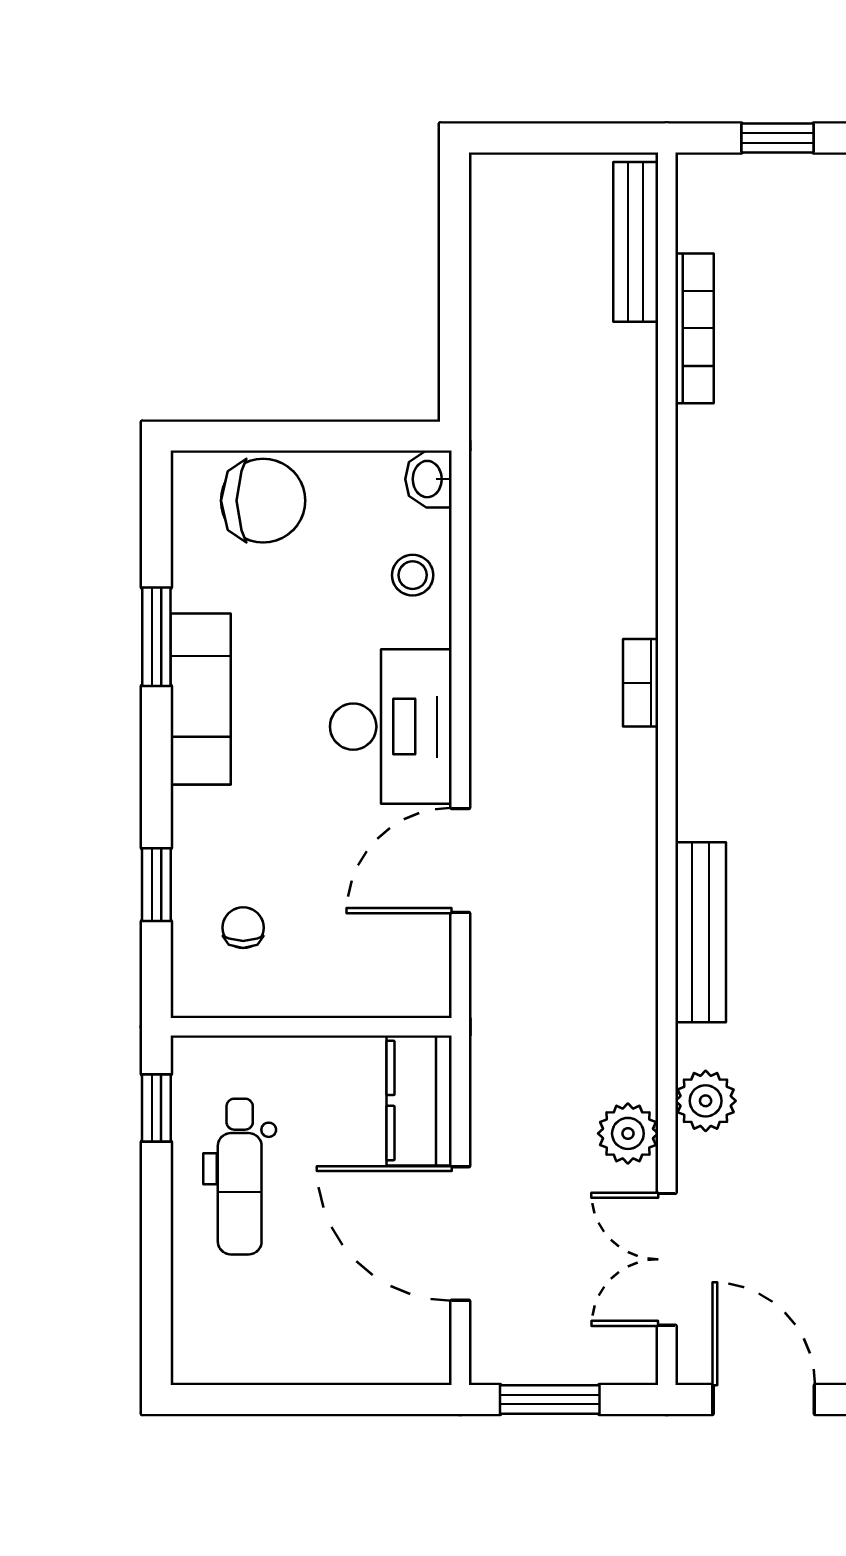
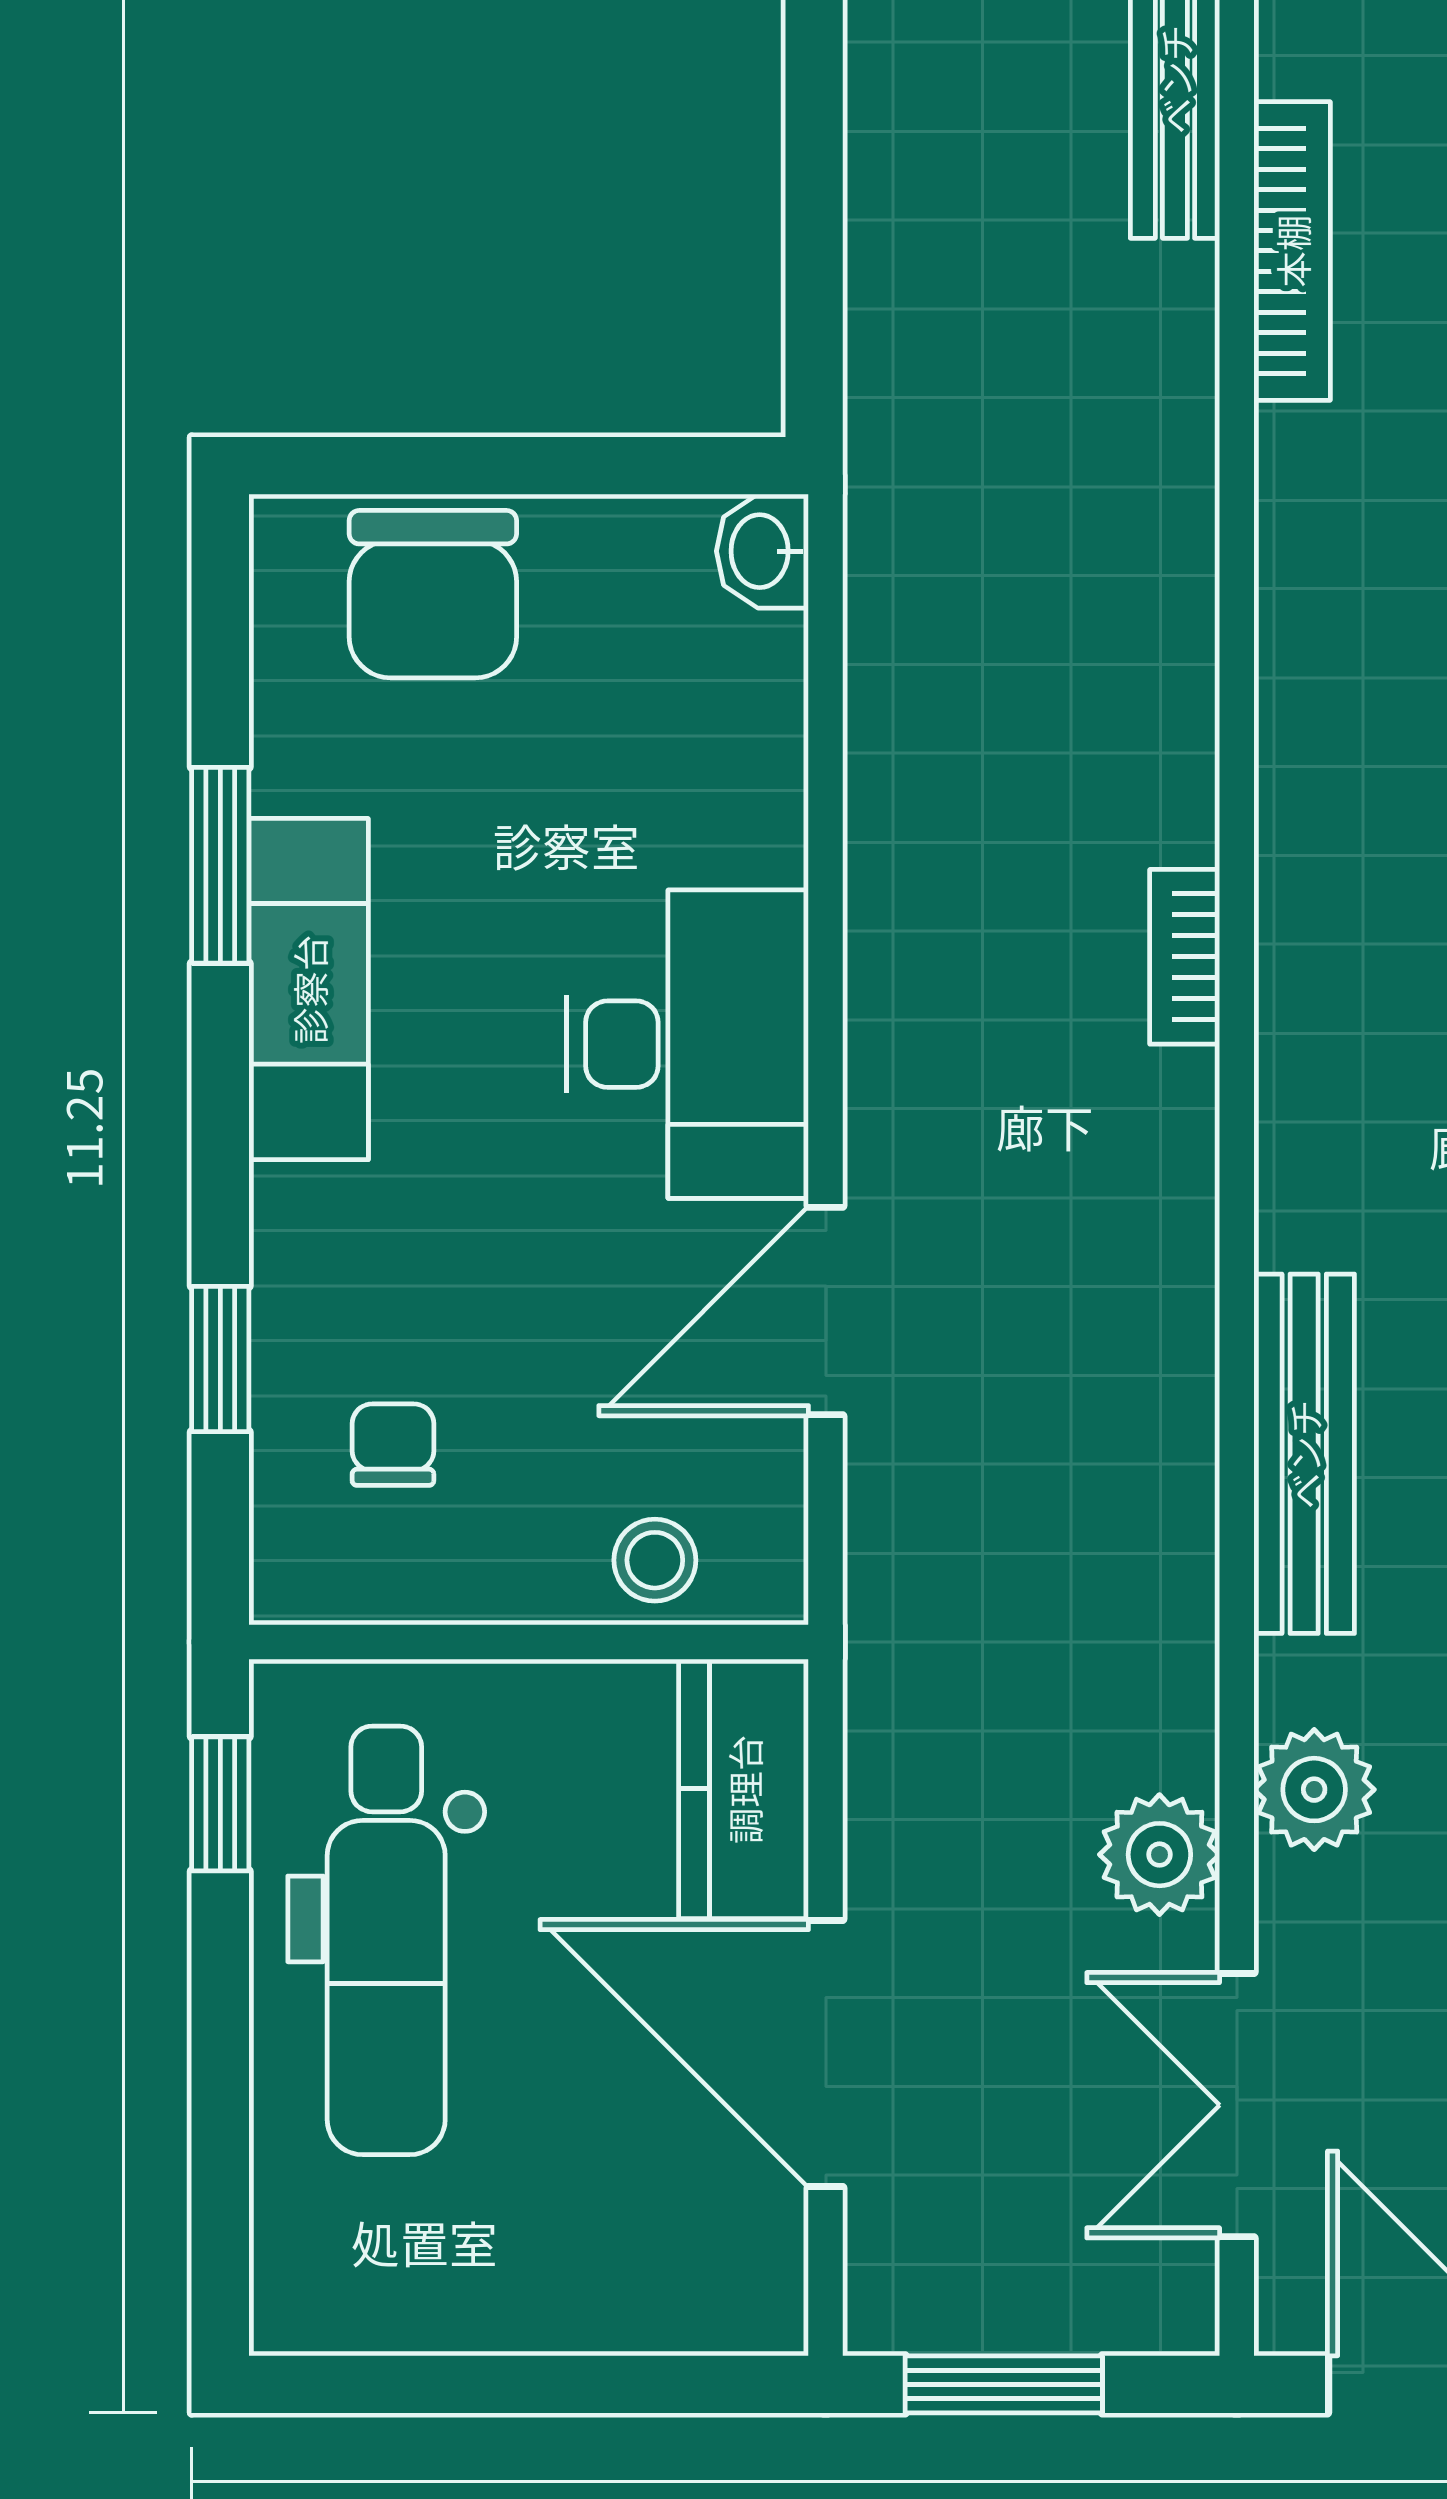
chair: (263, 501) -> (433, 594), turned 90
stool: (413, 575) -> (655, 1560), moved
dental chair: (240, 1177) -> (386, 1940), width x1.36, depth x1.38

